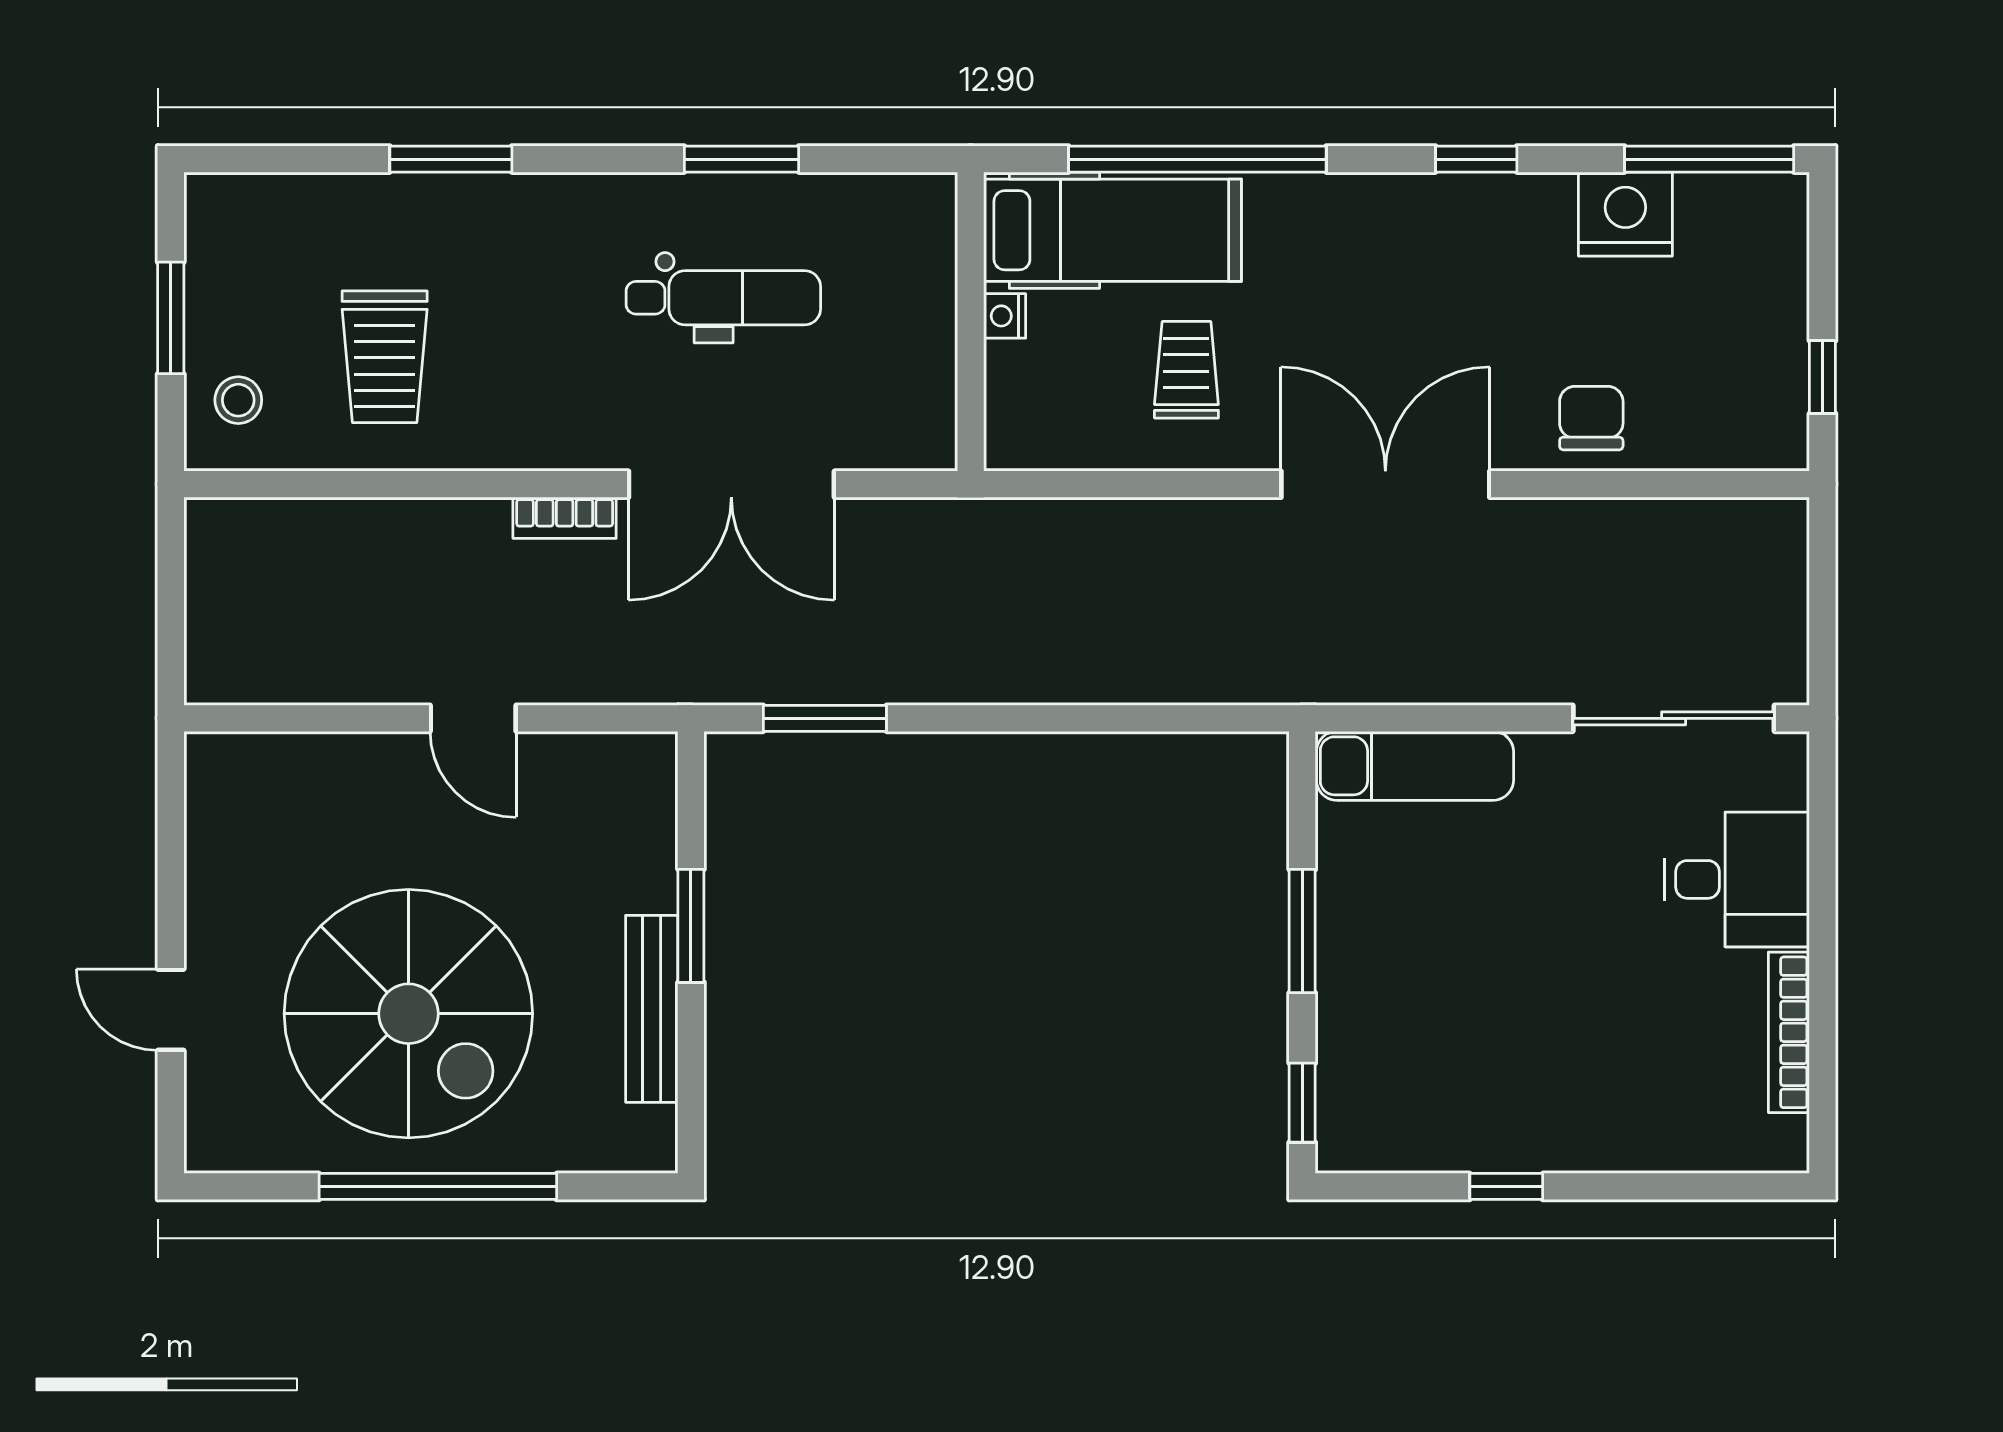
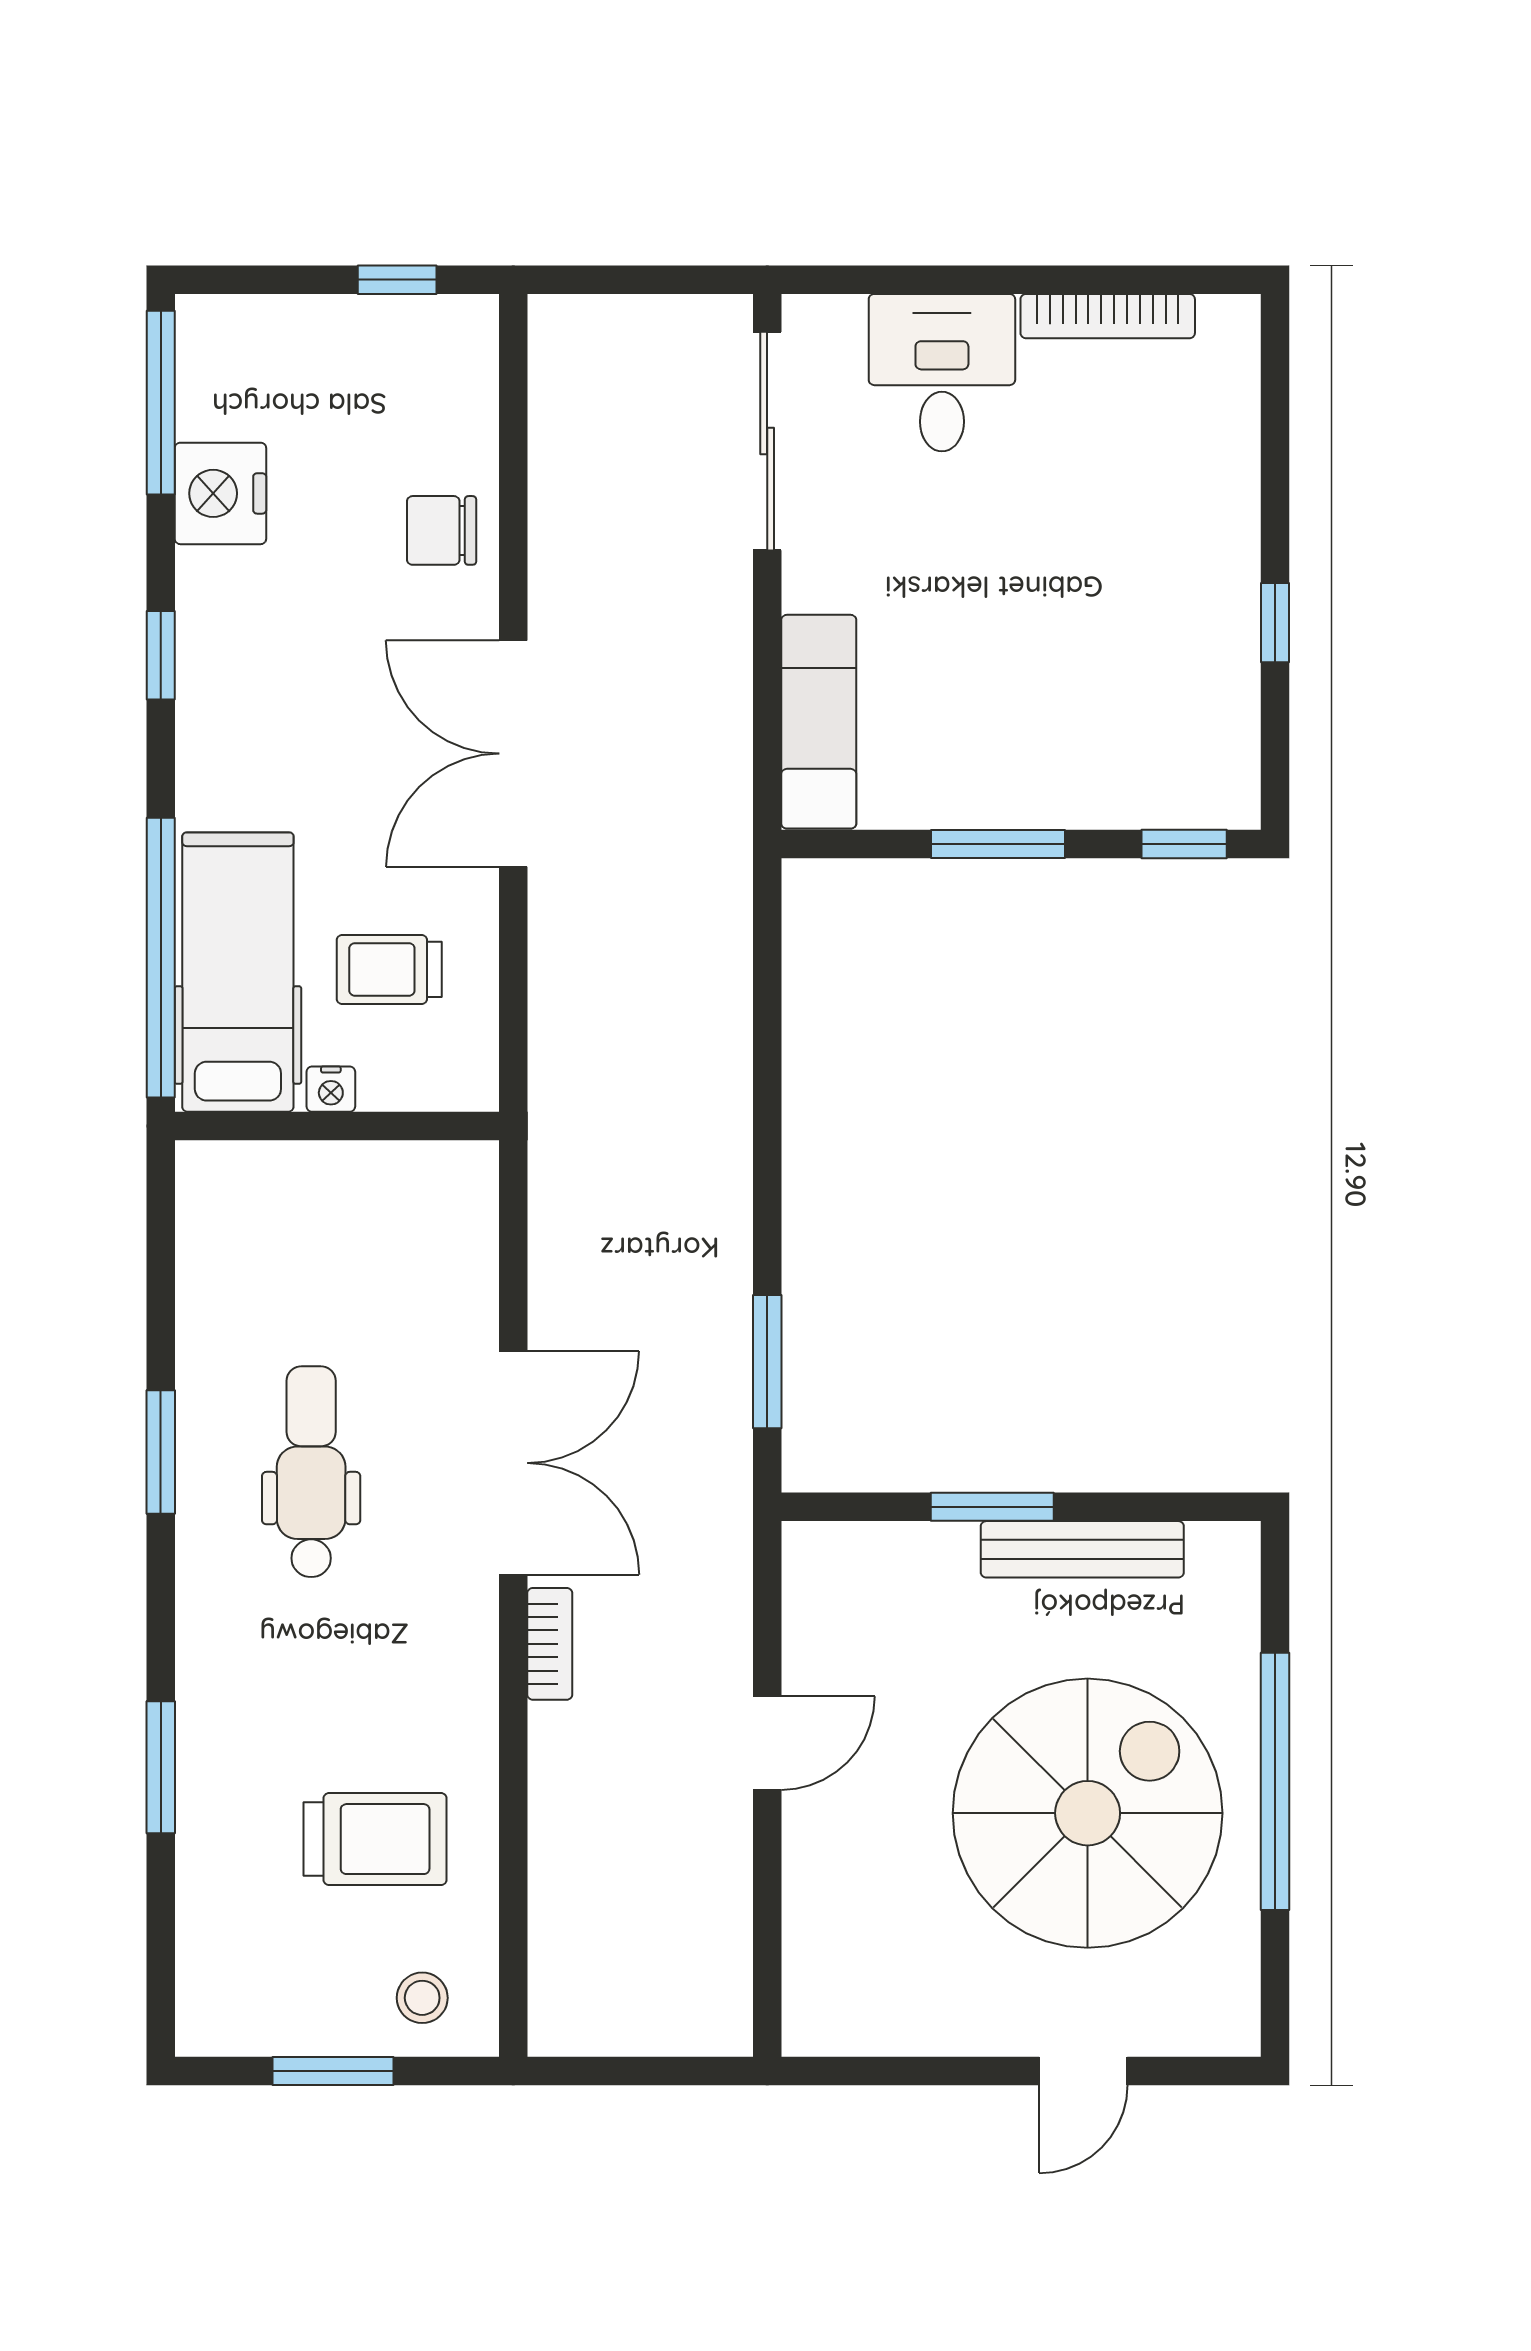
hospital bed: (1113, 230) -> (238, 972), moved
nightstand: (1005, 316) -> (331, 1089), moved
wall: (971, 322) -> (337, 1126), moved

